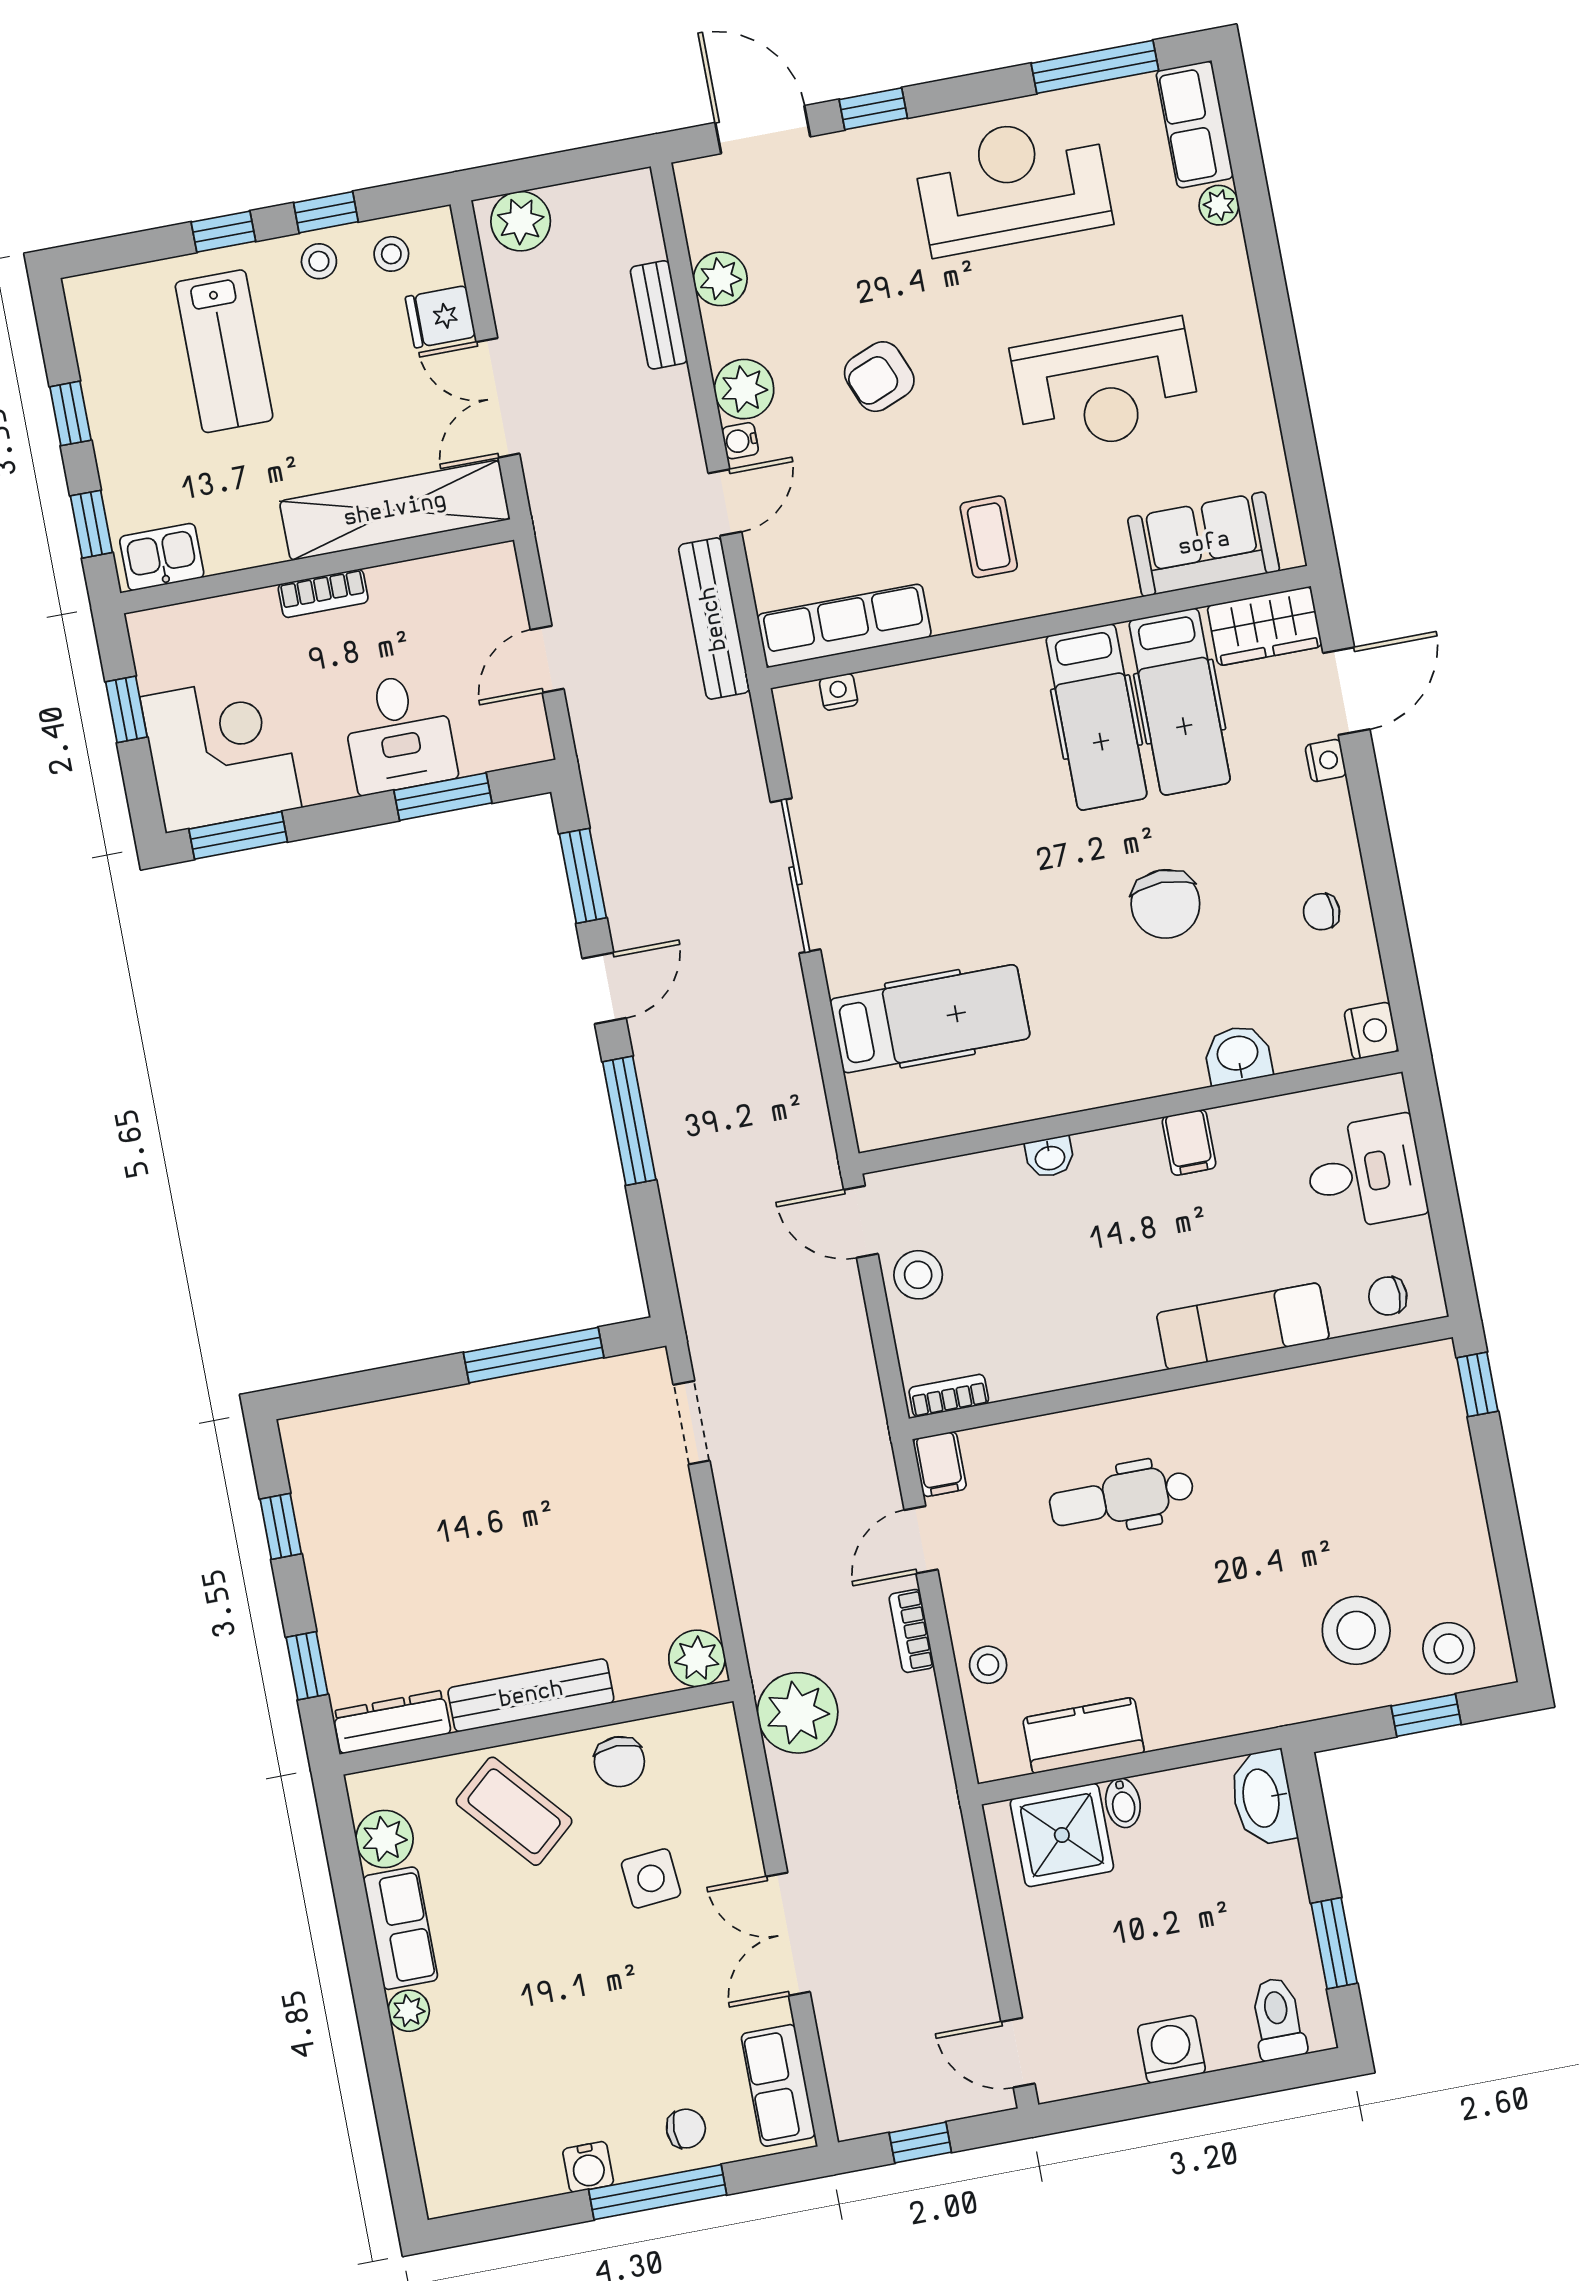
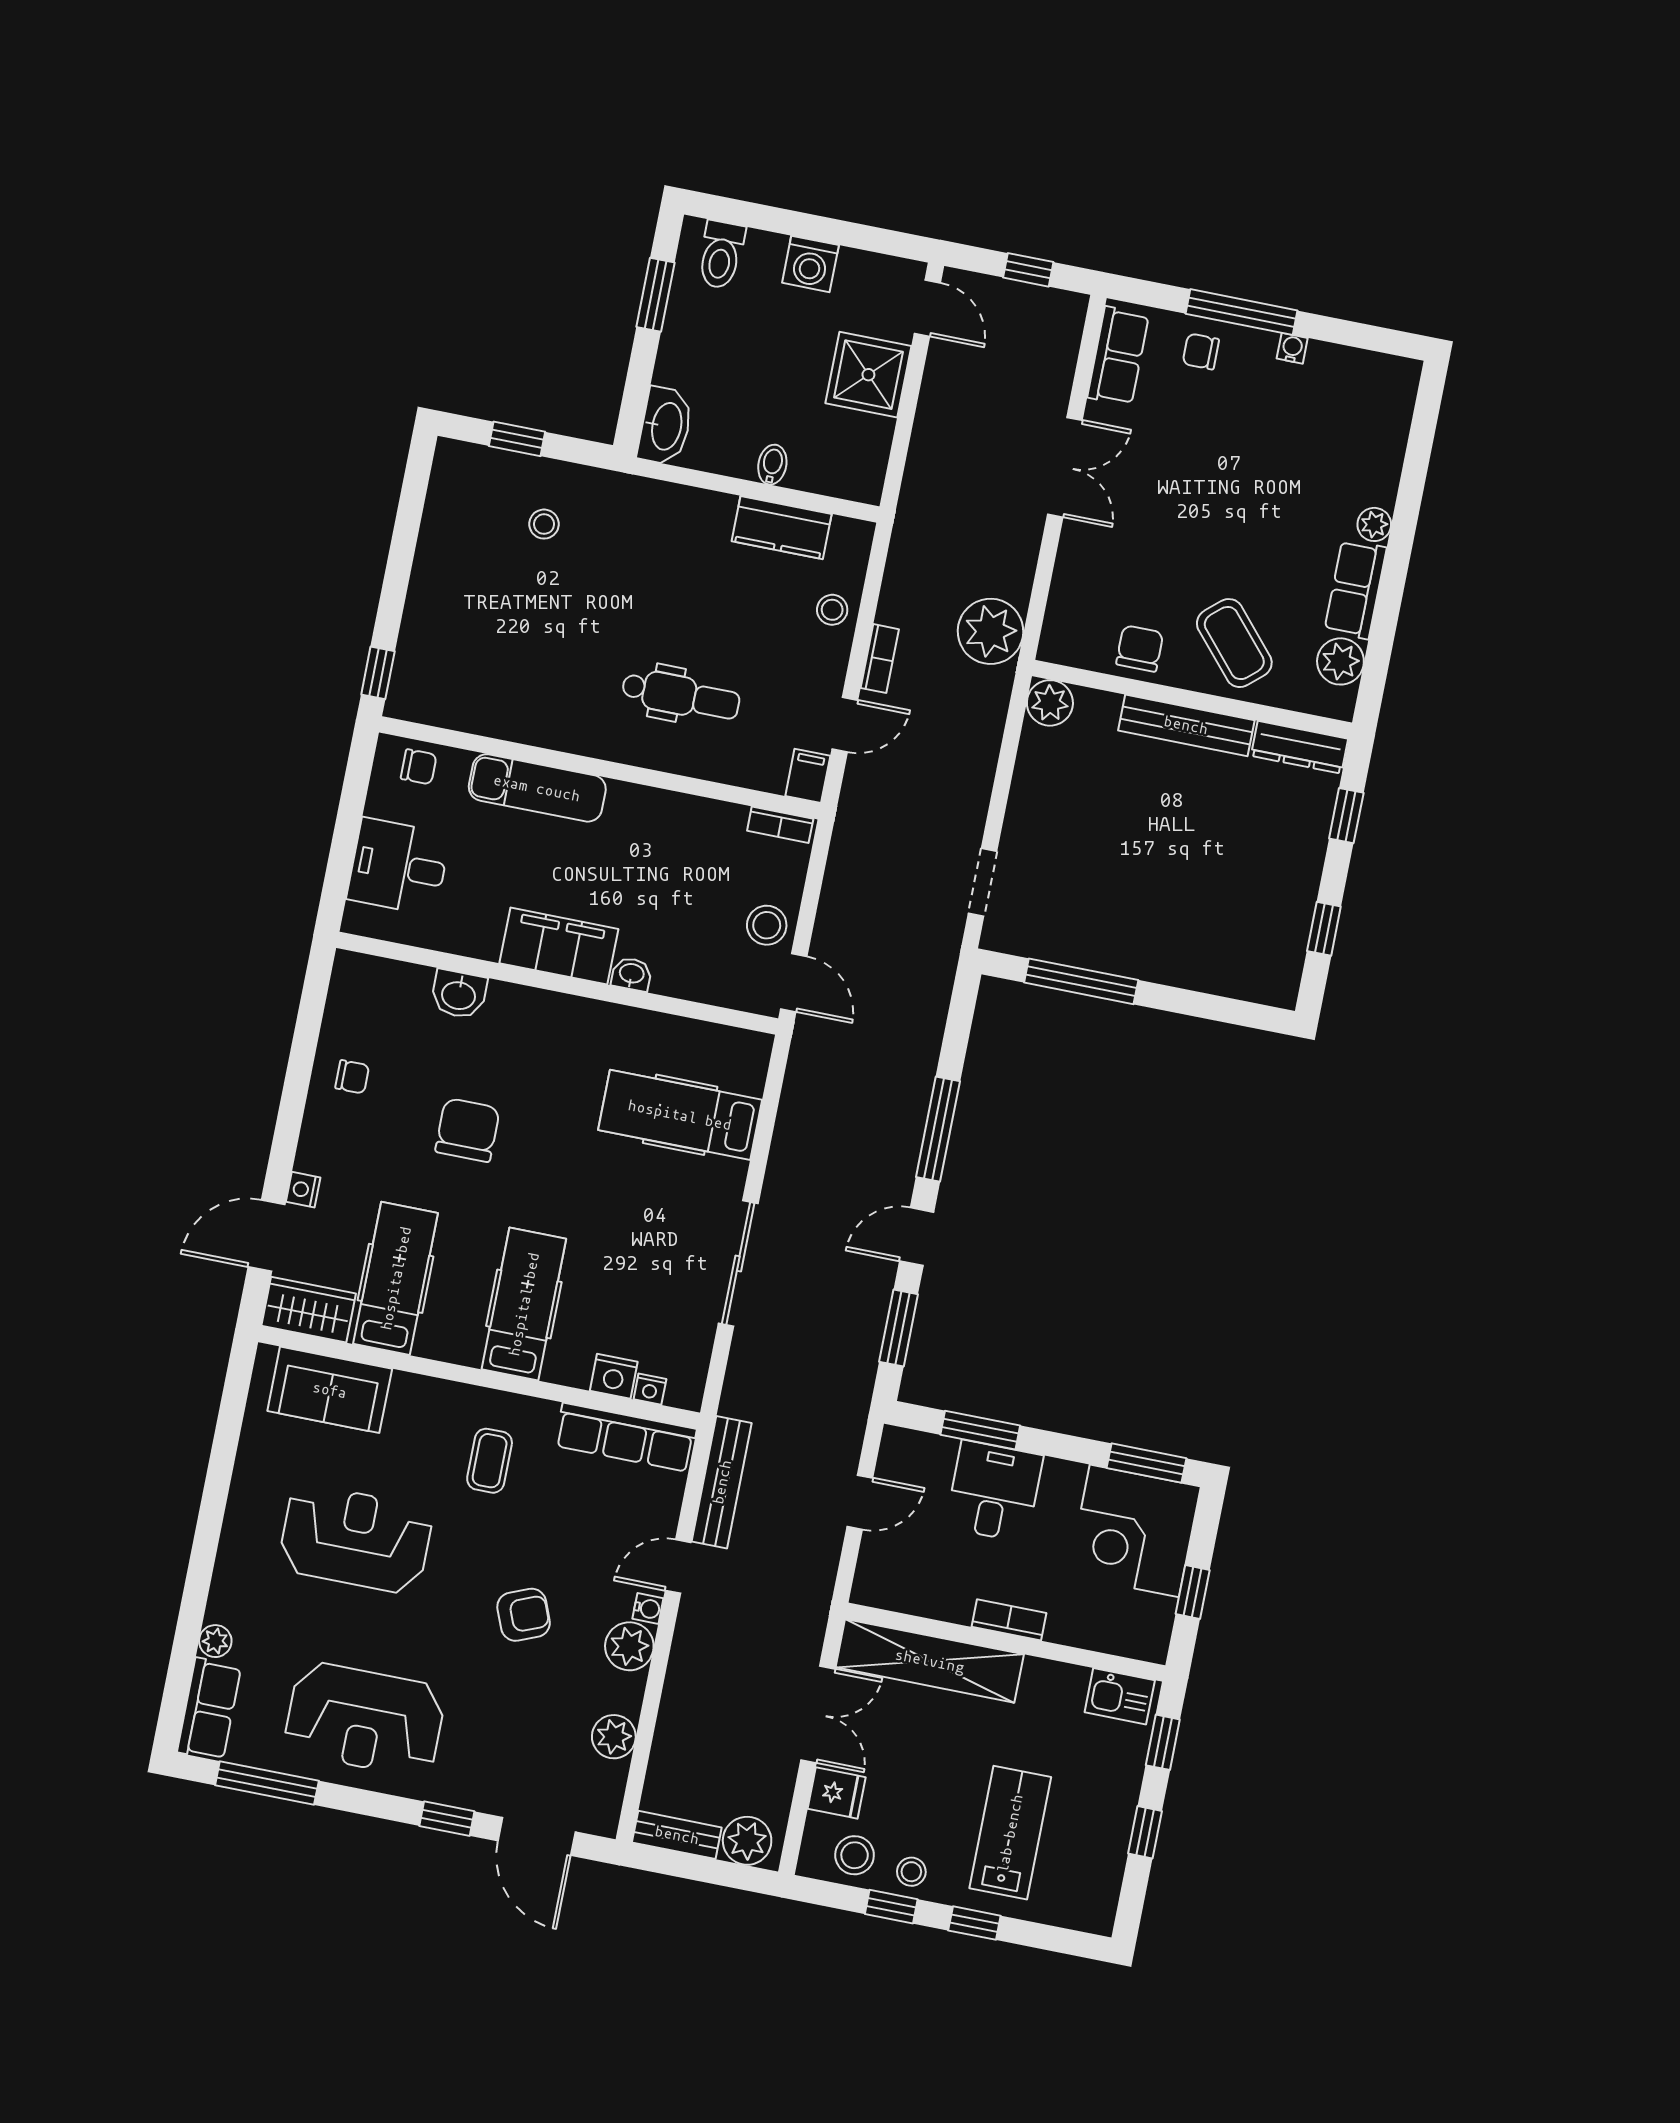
stool: (391, 254) -> (855, 1855), width x1.37, depth x1.37
bench: (659, 315) -> (677, 1835), moved, turned 90
hospital bed: (1096, 717) -> (524, 1304), moved
nightstand: (1371, 1031) -> (614, 1376), moved, turned -90
filing cabinet: (1189, 1142) -> (559, 946), width x3.00, depth x1.17
stool: (1356, 1630) -> (544, 524), width x0.53, depth x0.53
stool: (1449, 1648) -> (480, 482), removed
shower: (1062, 1835) -> (868, 375), moved
side table: (651, 1878) -> (1151, 551), removed
water cooler: (588, 2167) -> (1292, 348), width x0.72, depth x0.72

